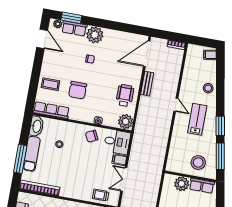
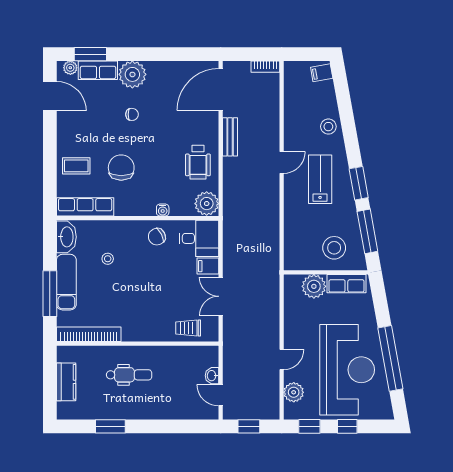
chair: (78, 90) -> (121, 168), turned 180
wheelchair: (125, 95) -> (198, 162), turned 180
door: (176, 105) -> (282, 163), hinge flipped

